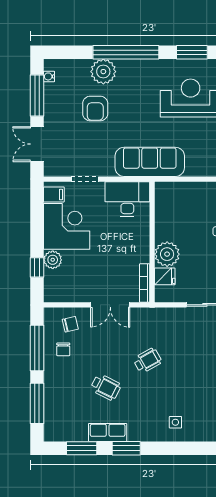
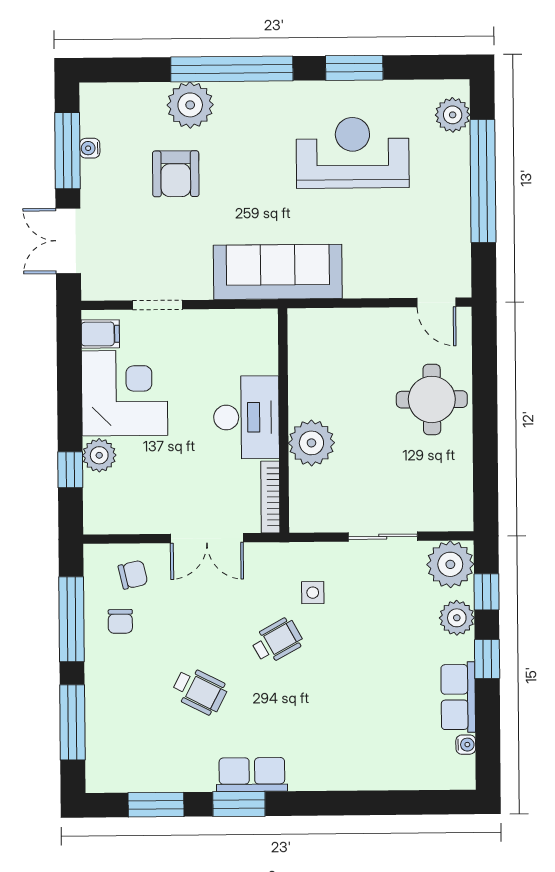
water cooler: (49, 76) -> (90, 148), moved
desk: (127, 199) -> (246, 417), moved, turned 90
fridge: (165, 276) -> (308, 484), removed
side table: (175, 422) -> (313, 593), moved
row of seats: (108, 432) -> (252, 775), moved

